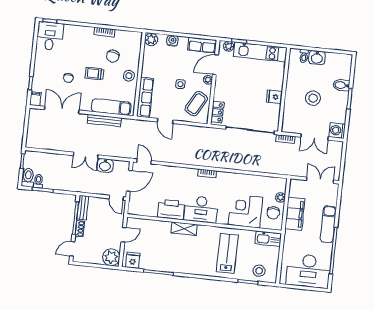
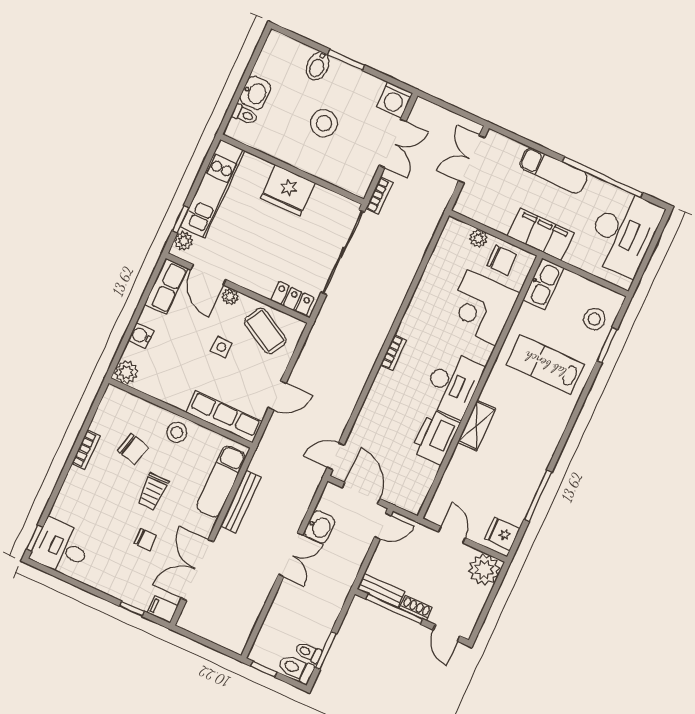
fridge: (274, 97) -> (288, 190), width x1.88, depth x1.34
filing cabinet: (295, 214) -> (540, 234), moved

